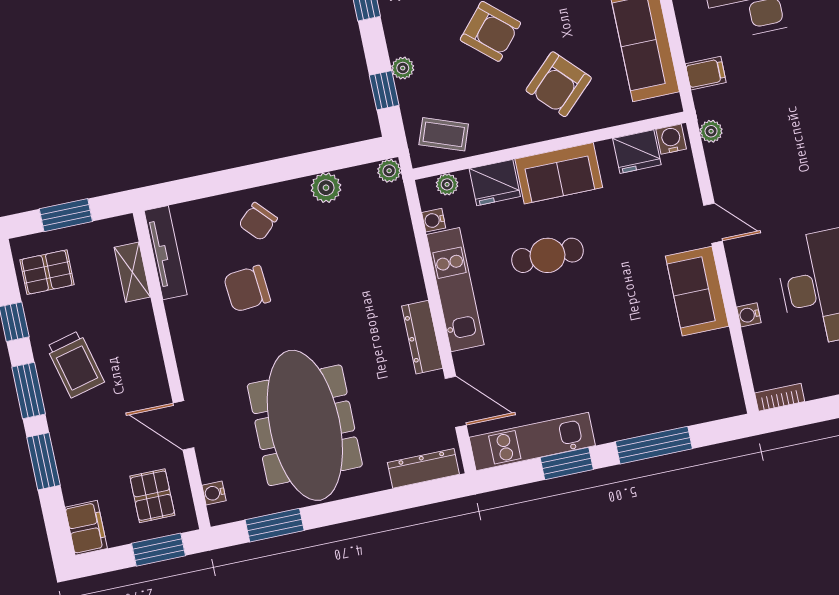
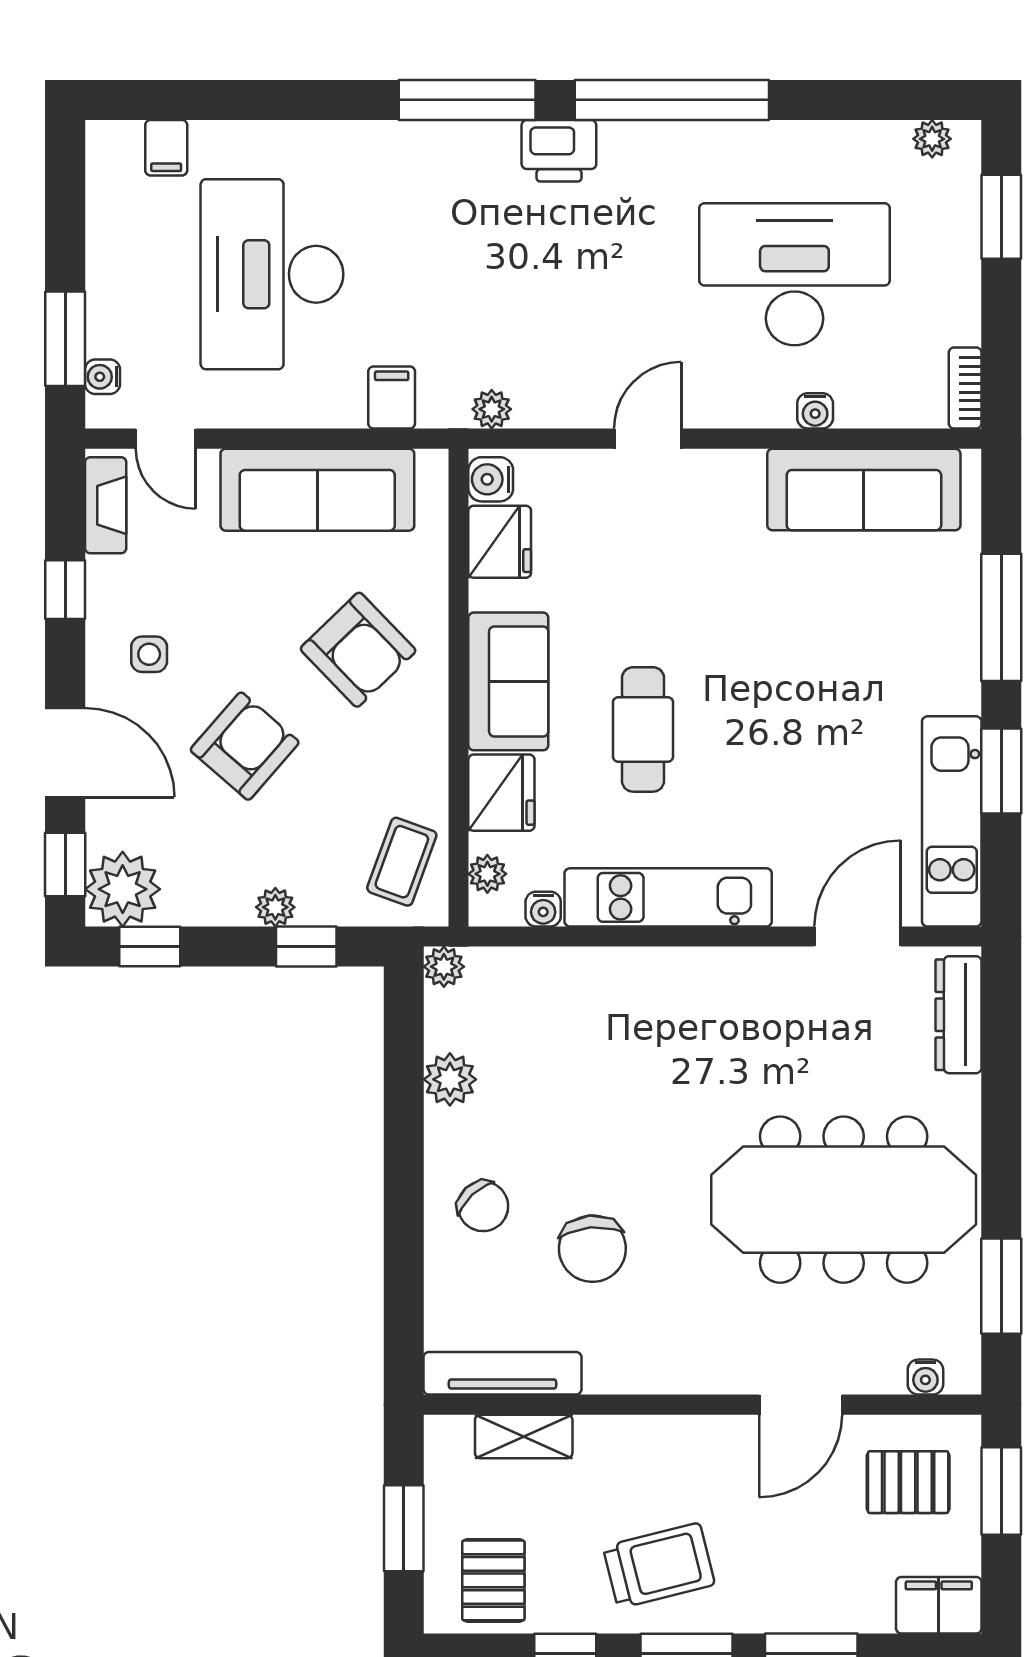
sofa: (697, 291) -> (864, 490), moved, width x1.36
dresser: (422, 337) -> (736, 970), removed

